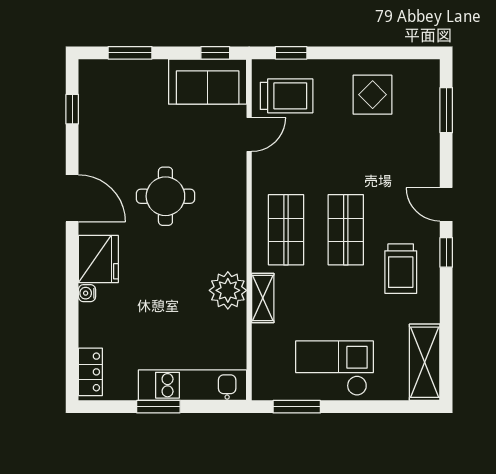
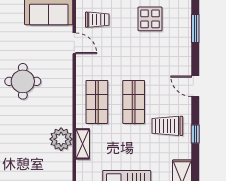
trolley: (287, 96) -> (97, 20), width x0.73, depth x0.72
door: (249, 135) -> (74, 43), hinge flipped
window: (446, 252) -> (195, 134), moved
trolley: (401, 269) -> (167, 126), turned 90

